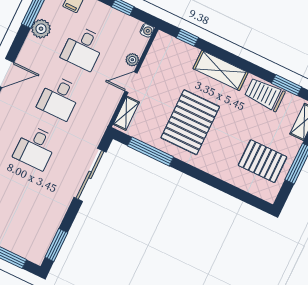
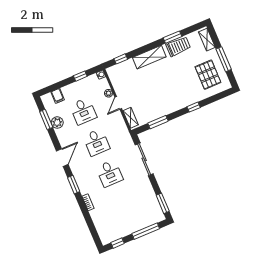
window: (287, 85) -> (173, 37), moved
trolley: (265, 94) -> (178, 46), turned 180
pallet: (190, 122) -> (161, 92), removed
window: (151, 151) -> (158, 122), width x0.69
pallet: (263, 161) -> (208, 75), turned 90
window: (207, 179) -> (194, 107), added

